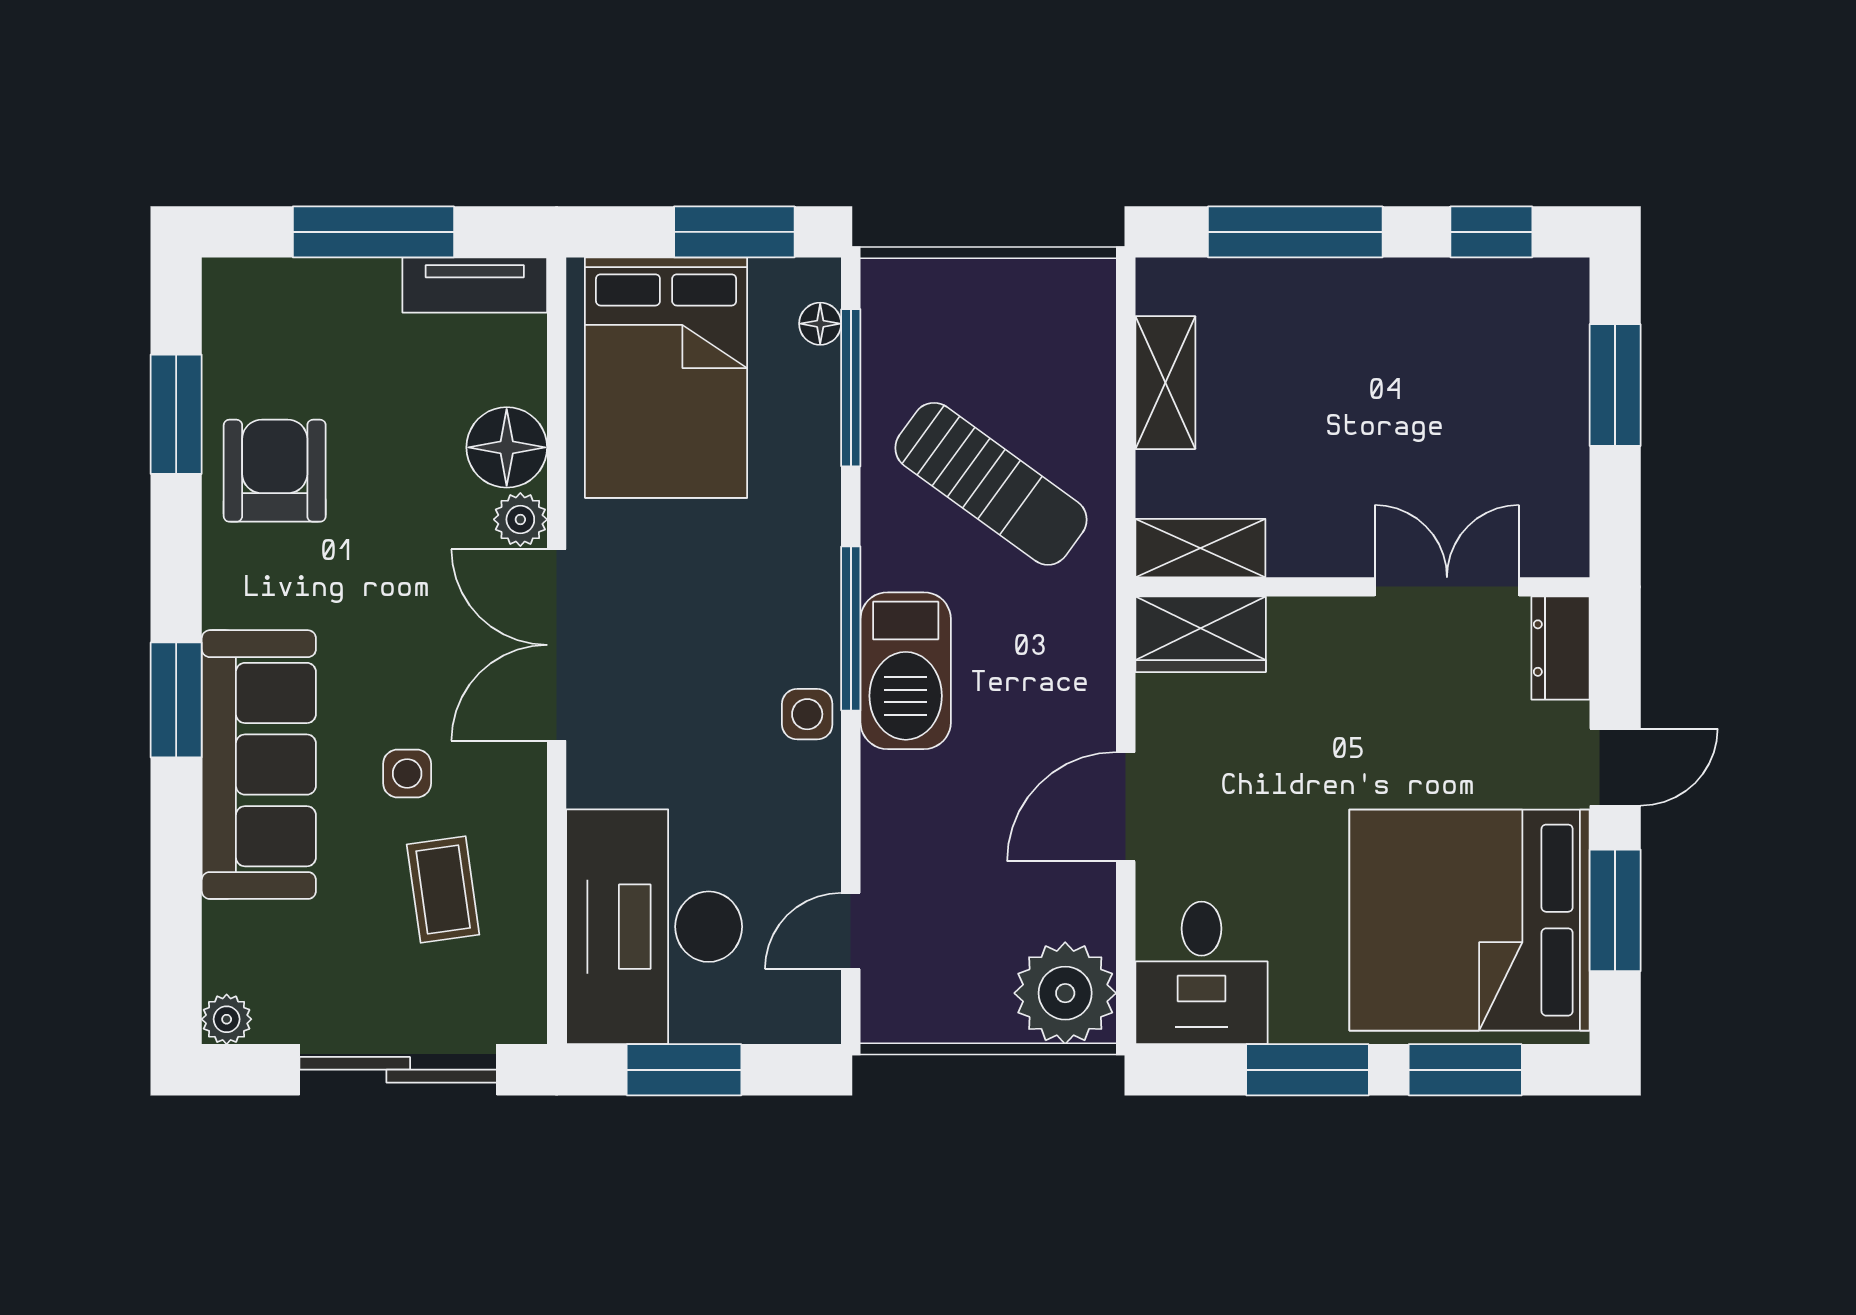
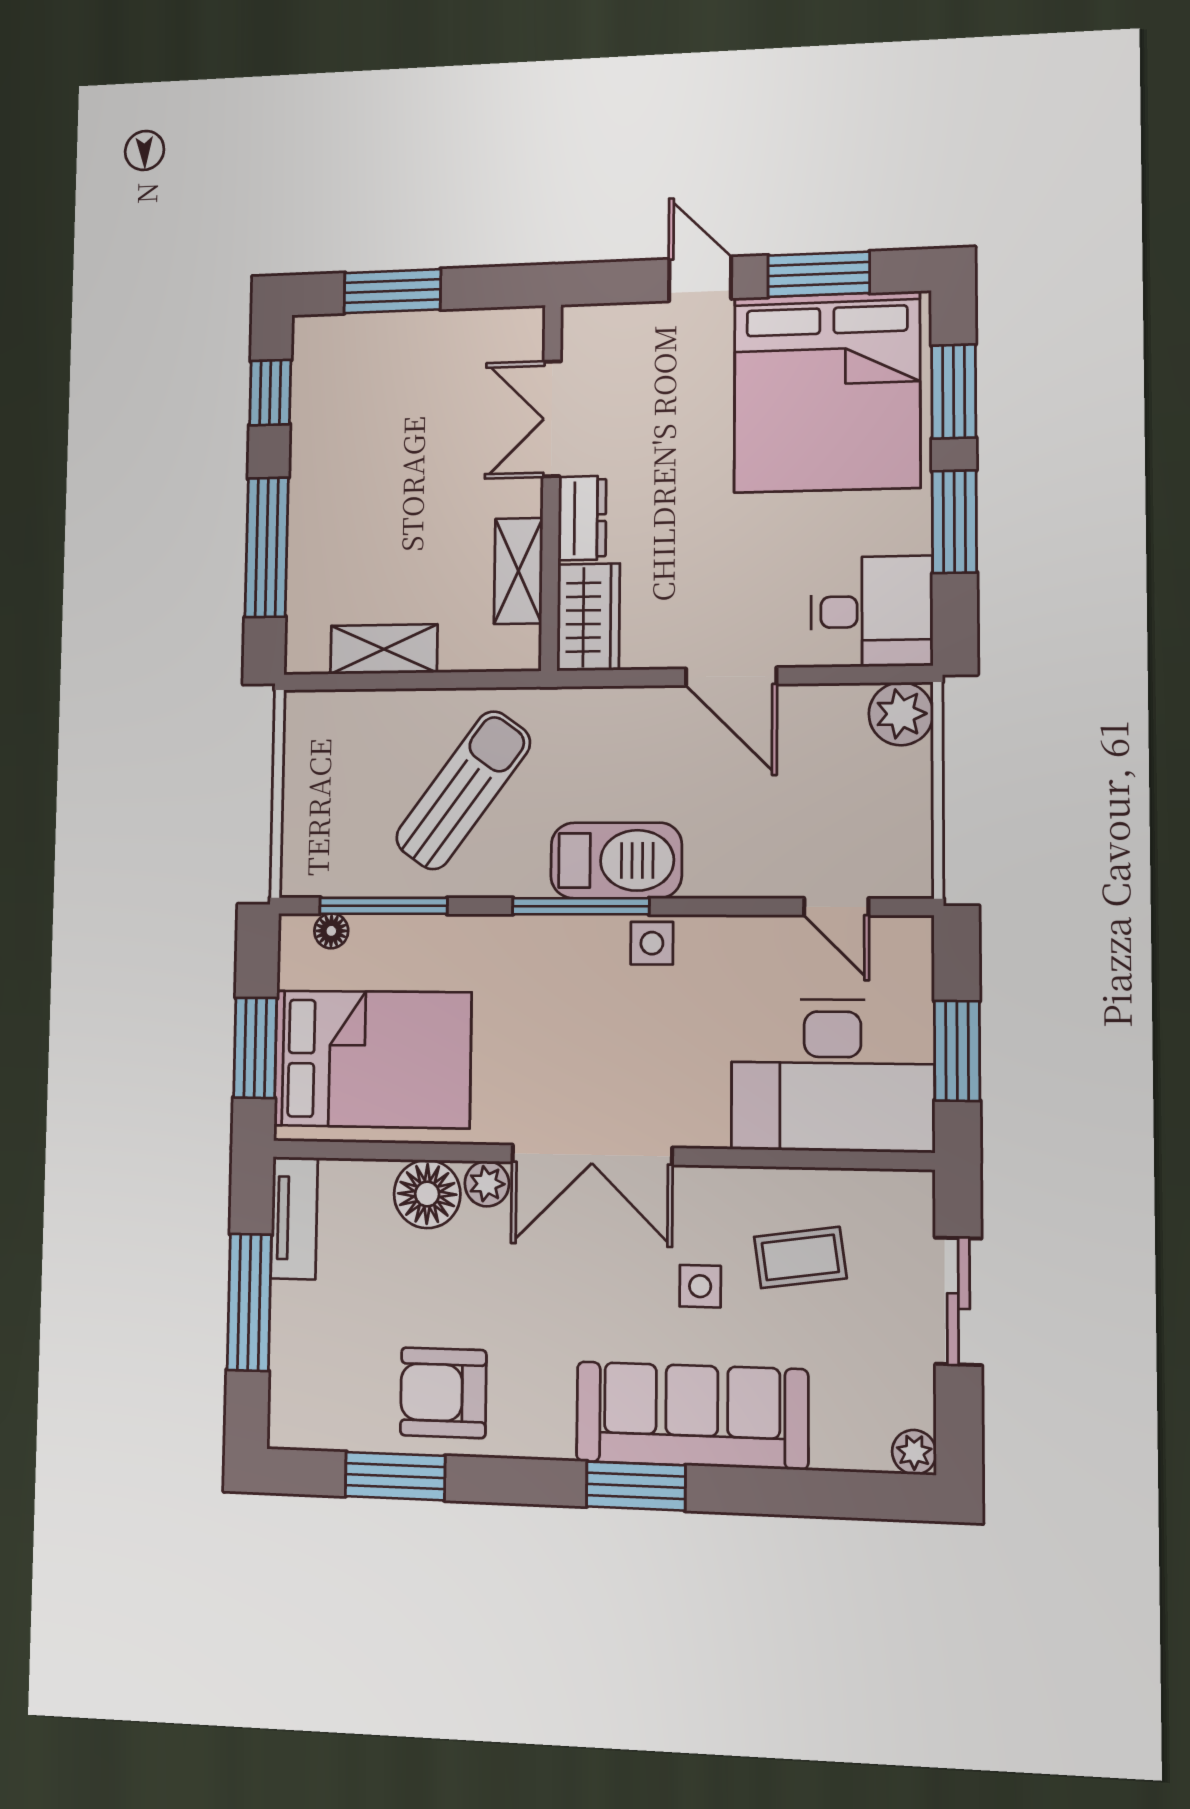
window: (734, 232) -> (255, 1048), moved
shelving: (1200, 548) -> (518, 571), moved
dresser: (1560, 648) -> (582, 518), moved, turned -90
plant: (1065, 993) -> (901, 714), width x0.73, depth x0.73
sliding door: (398, 1070) -> (958, 1301), width x0.73

